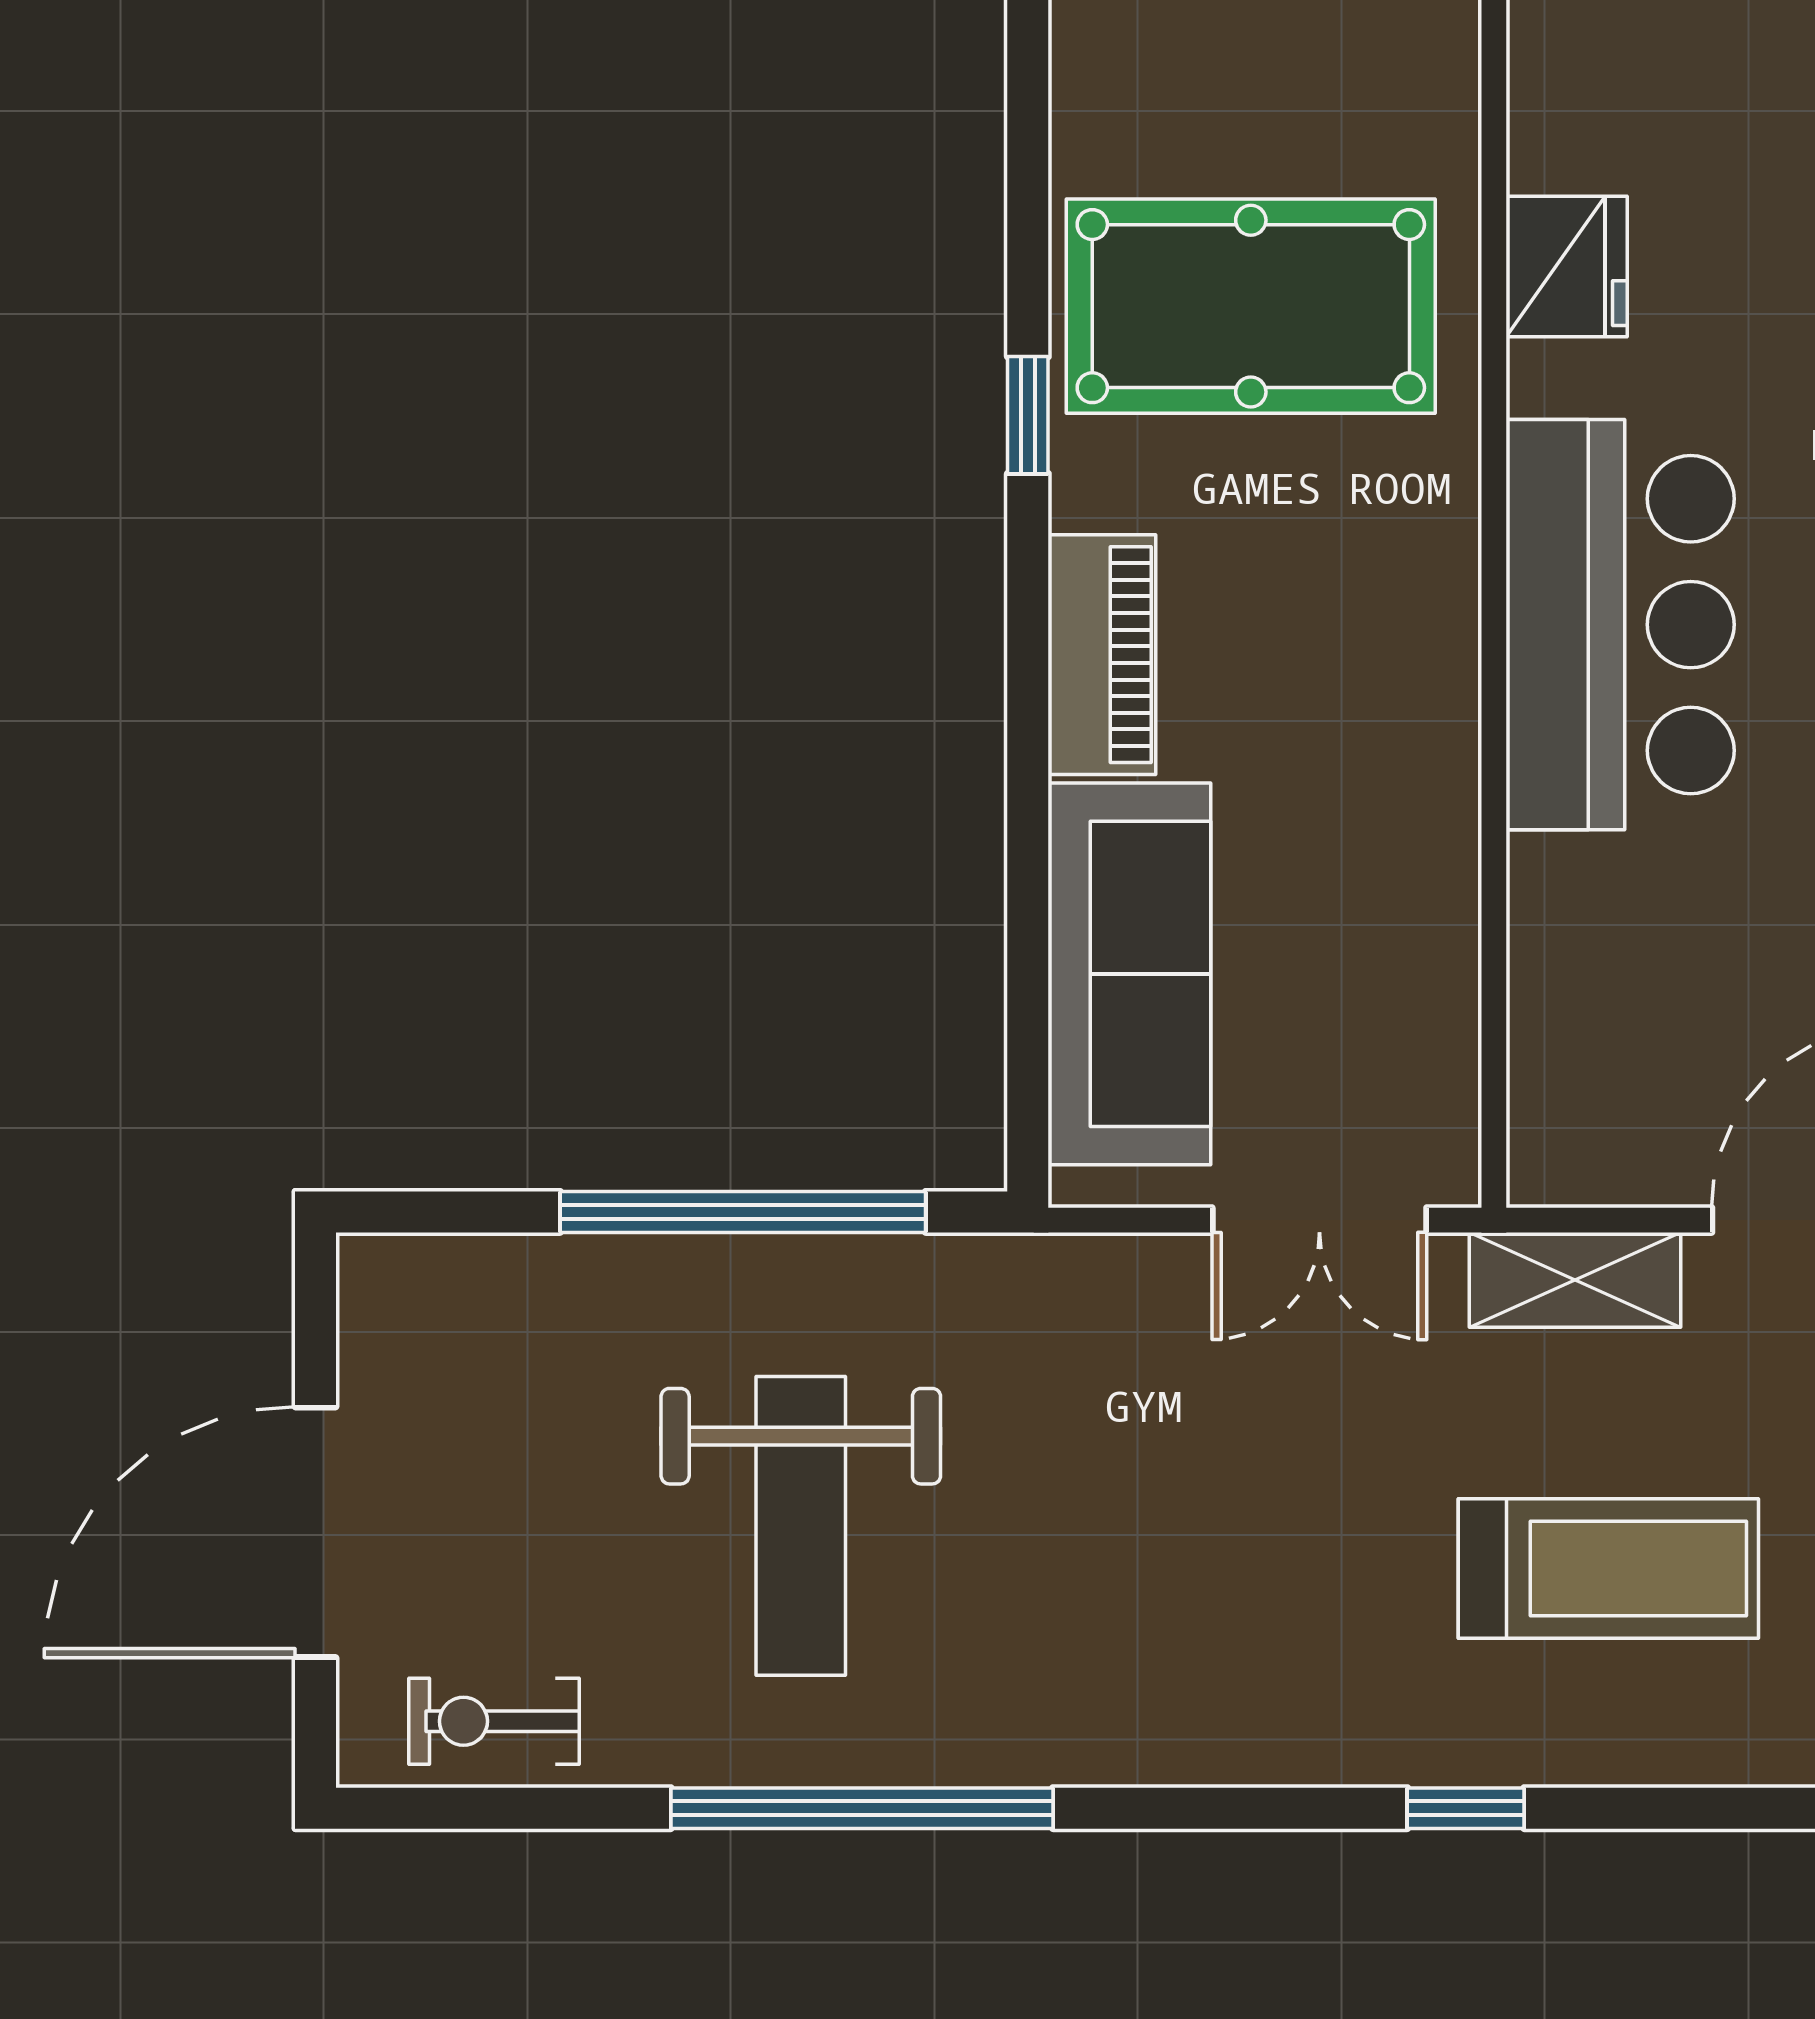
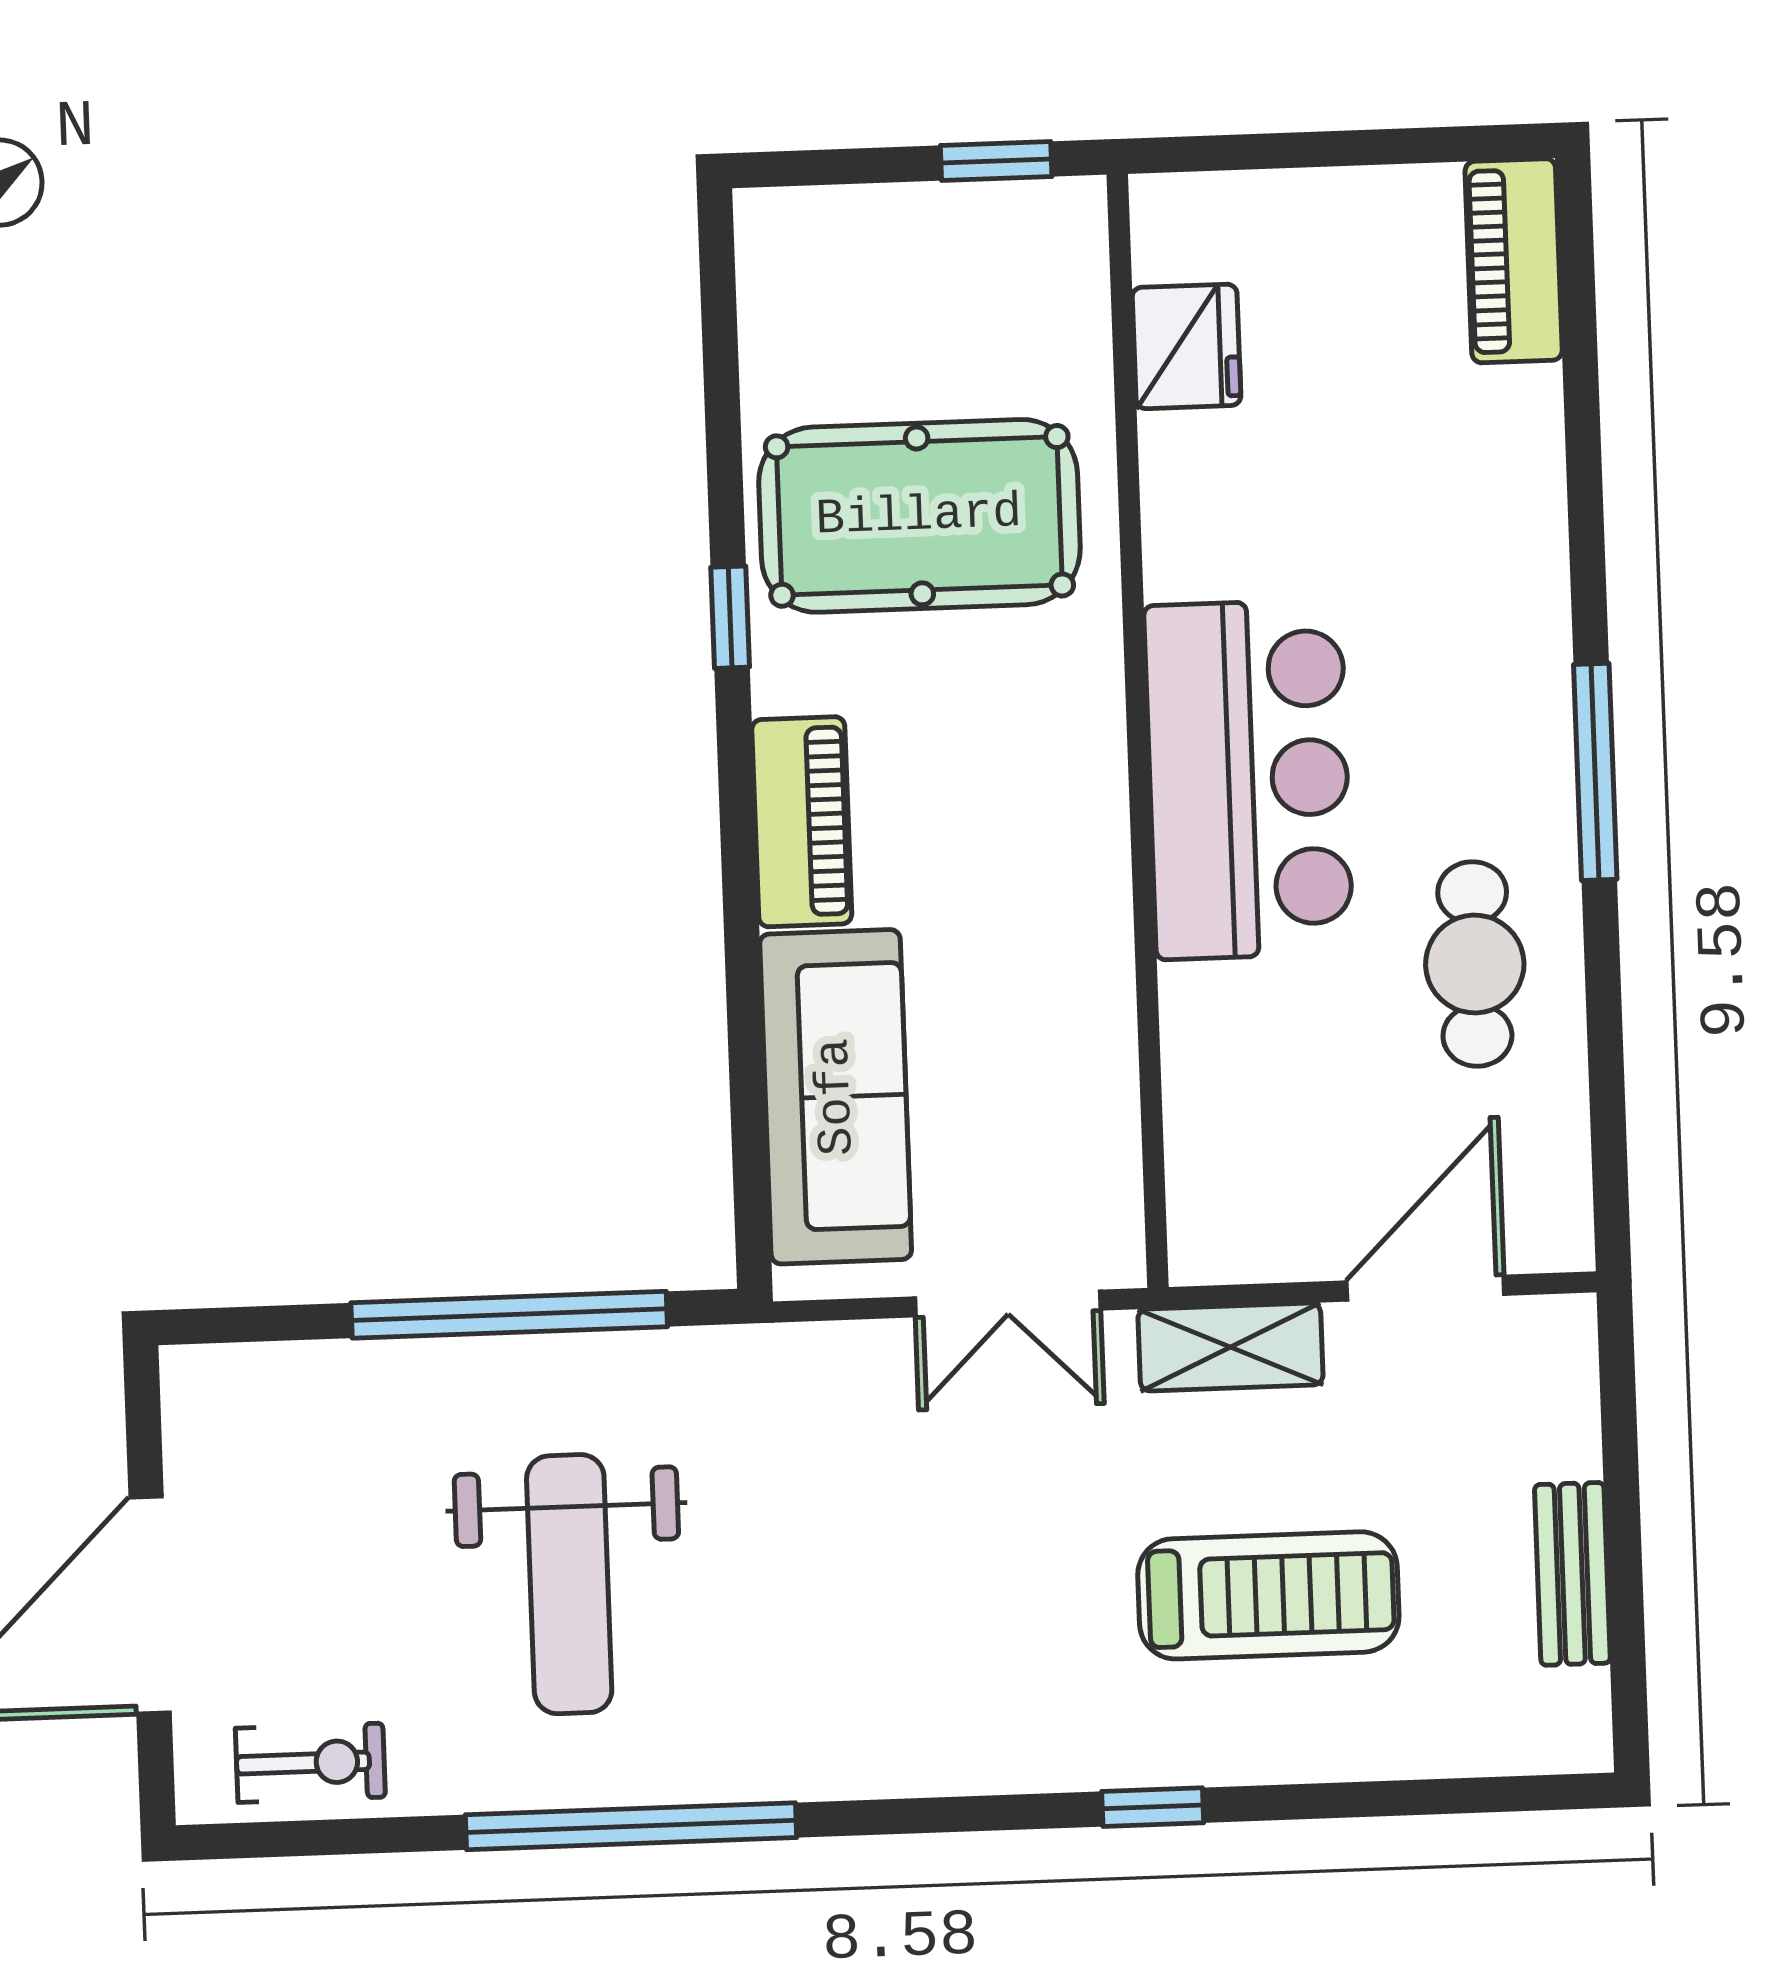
fridge: (1567, 267) -> (1186, 346), moved
exercise bike: (494, 1721) -> (310, 1763), turned 180

